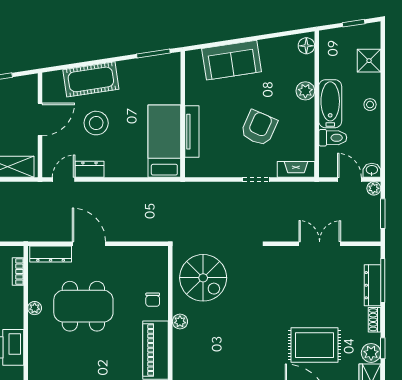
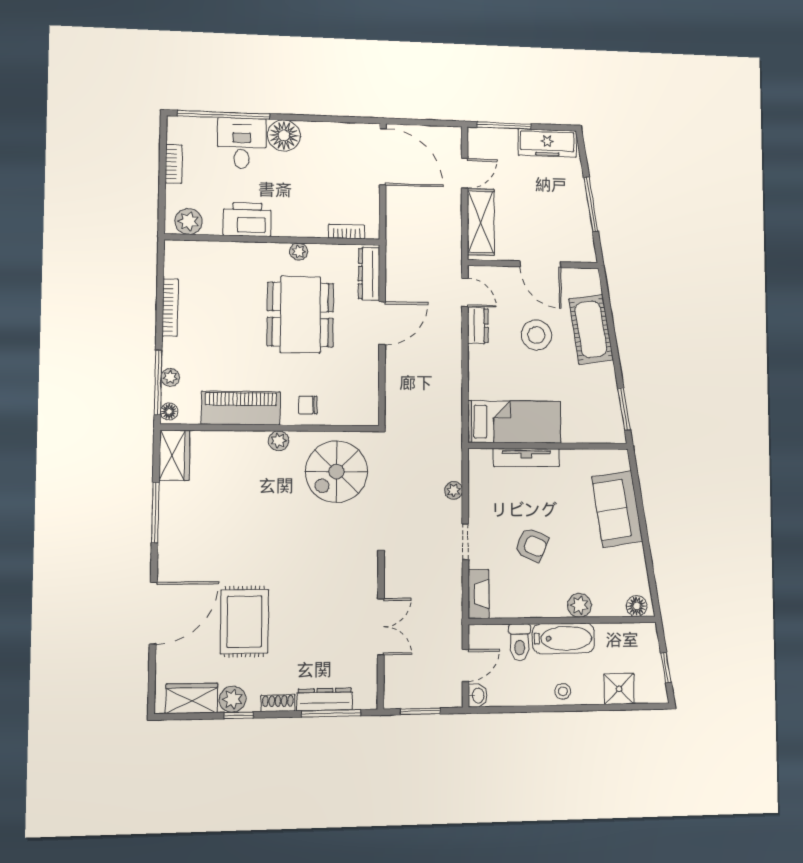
armchair: (259, 128) -> (532, 545), width x0.72, depth x0.72
plant: (374, 188) -> (454, 490), moved

